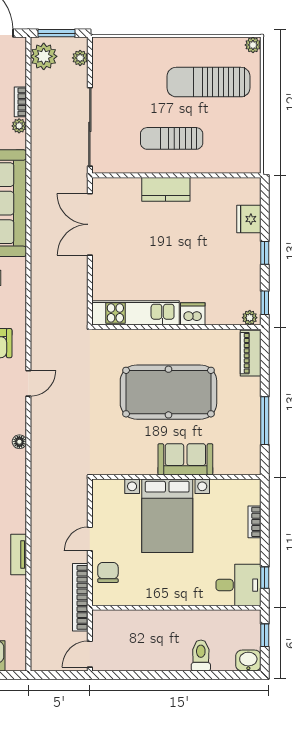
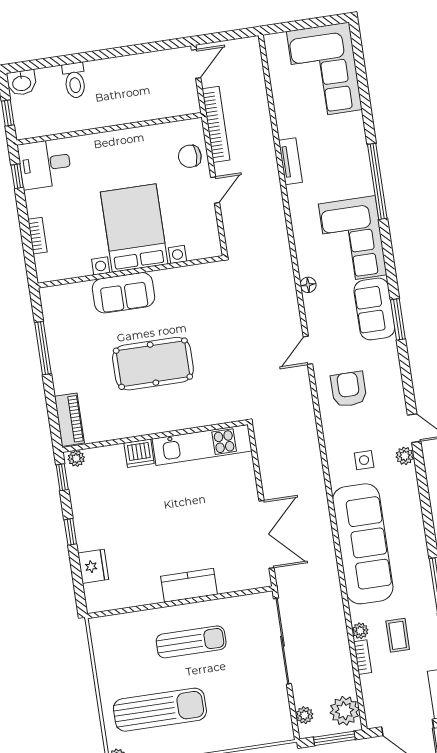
pool table: (168, 392) -> (153, 364), width x0.73, depth x0.76
chair: (108, 572) -> (190, 156), turned 90

